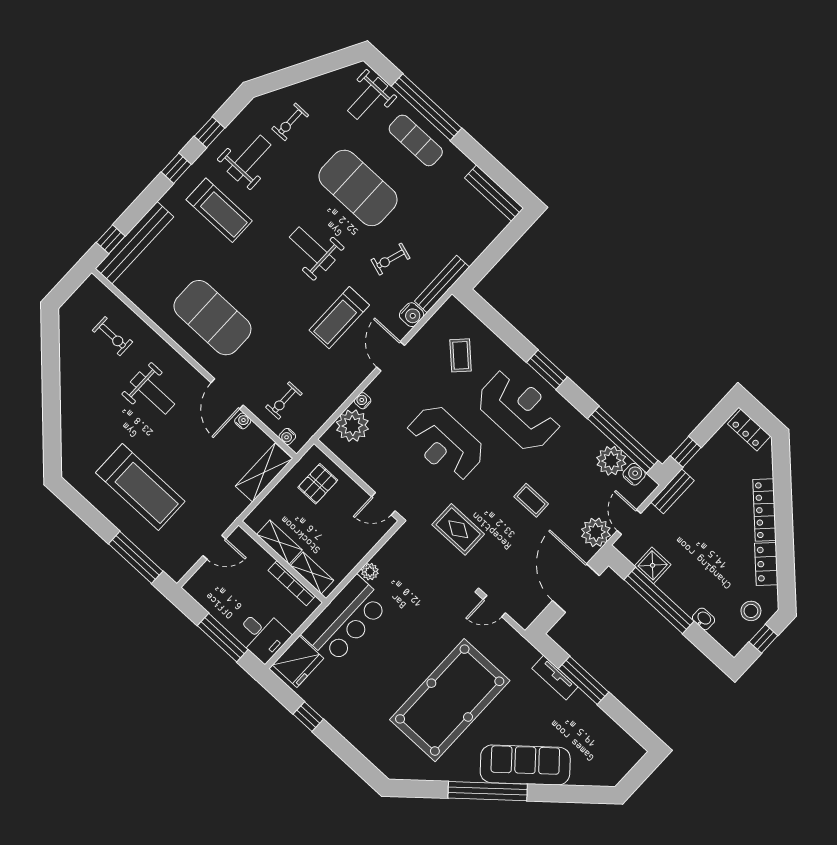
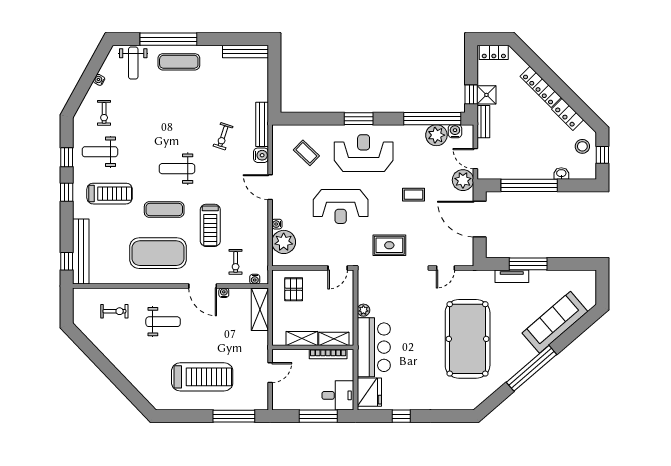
water cooler: (316, 83) -> (99, 80), added
weight bench: (249, 158) -> (100, 152), turned -90
exercise mat: (358, 188) -> (164, 209), moved, width x0.50, depth x0.69
treadmill: (339, 318) -> (210, 225), moved
shower: (653, 565) -> (486, 95), moved
sofa: (525, 765) -> (555, 322), moved

